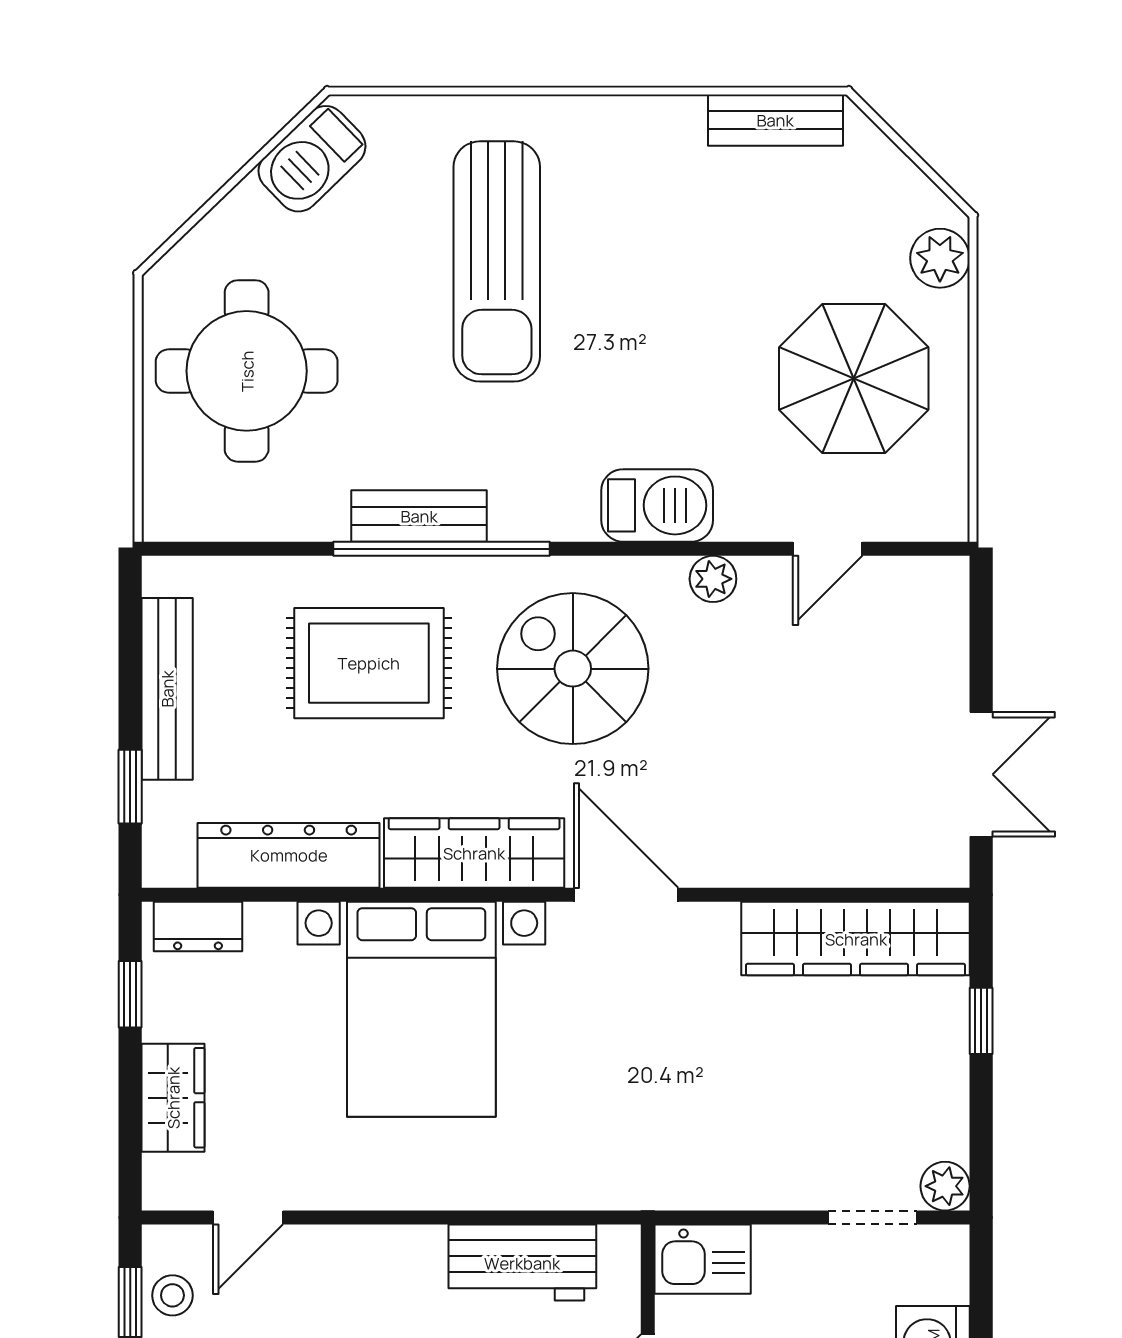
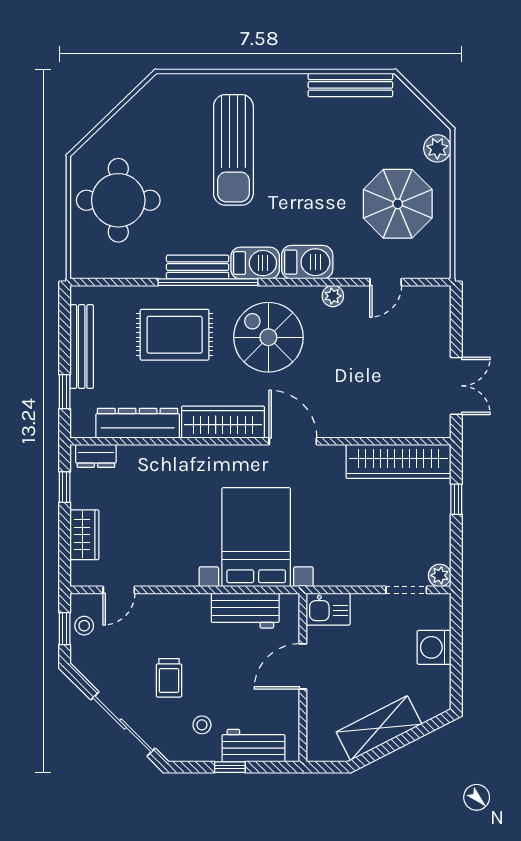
bench: (775, 120) -> (350, 85), width x1.36
barbecue: (312, 159) -> (255, 263), moved, turned -136
bed with nightstands: (421, 1009) -> (256, 537), moved, turned 180

